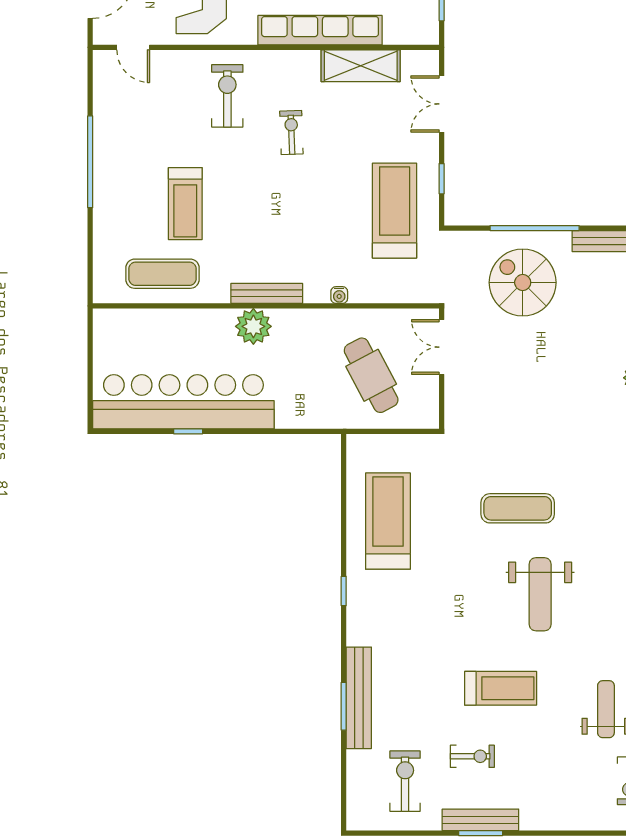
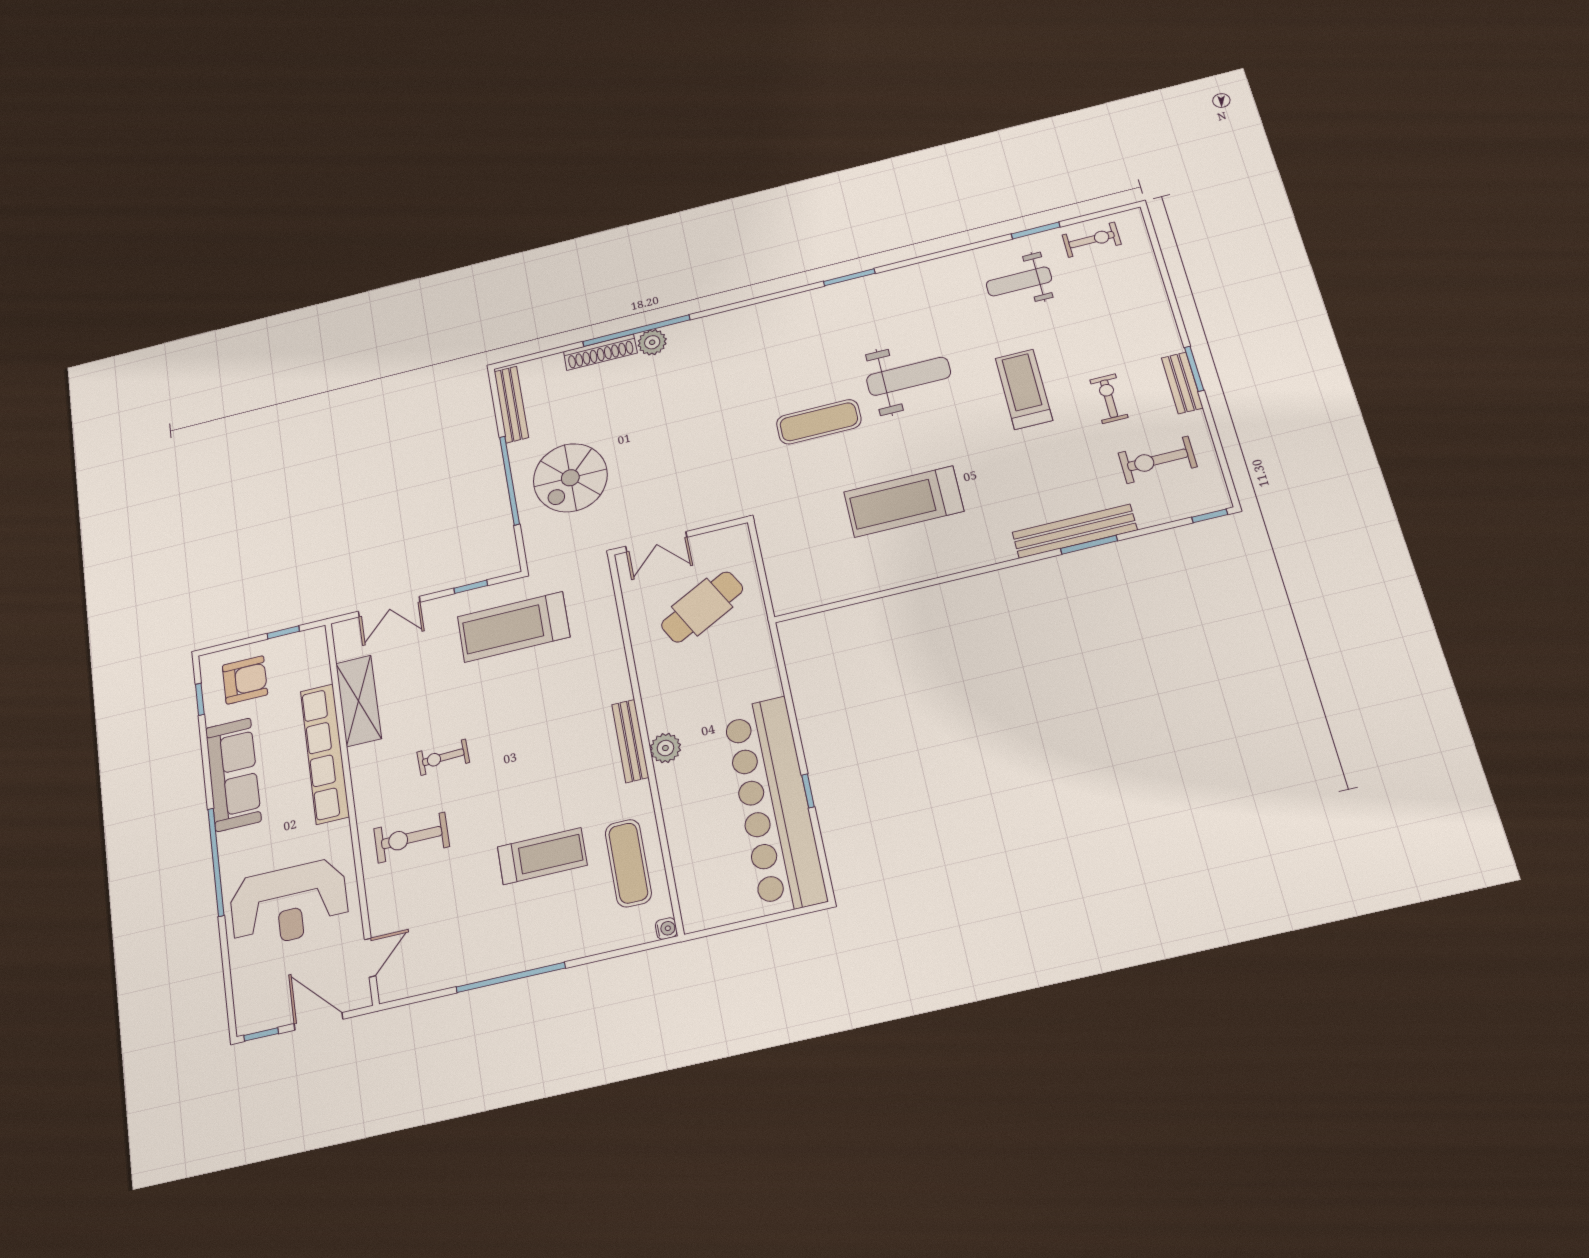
water cooler: (339, 295) -> (666, 929), moved
plant: (253, 326) -> (665, 748), width x0.73, depth x0.73
exercise mat: (518, 508) -> (819, 422), turned 90
treadmill: (388, 521) -> (904, 502), moved
window: (344, 591) -> (1210, 516), moved
bench: (480, 820) -> (1182, 383), width x0.73

